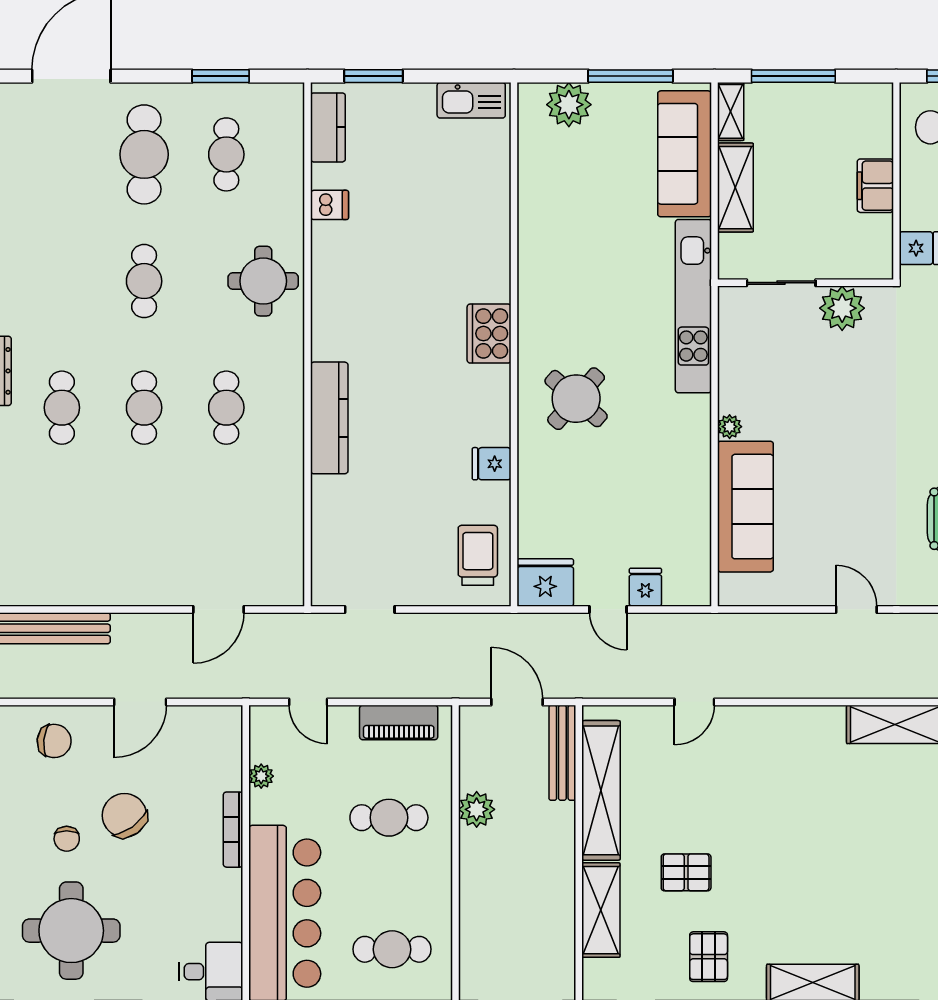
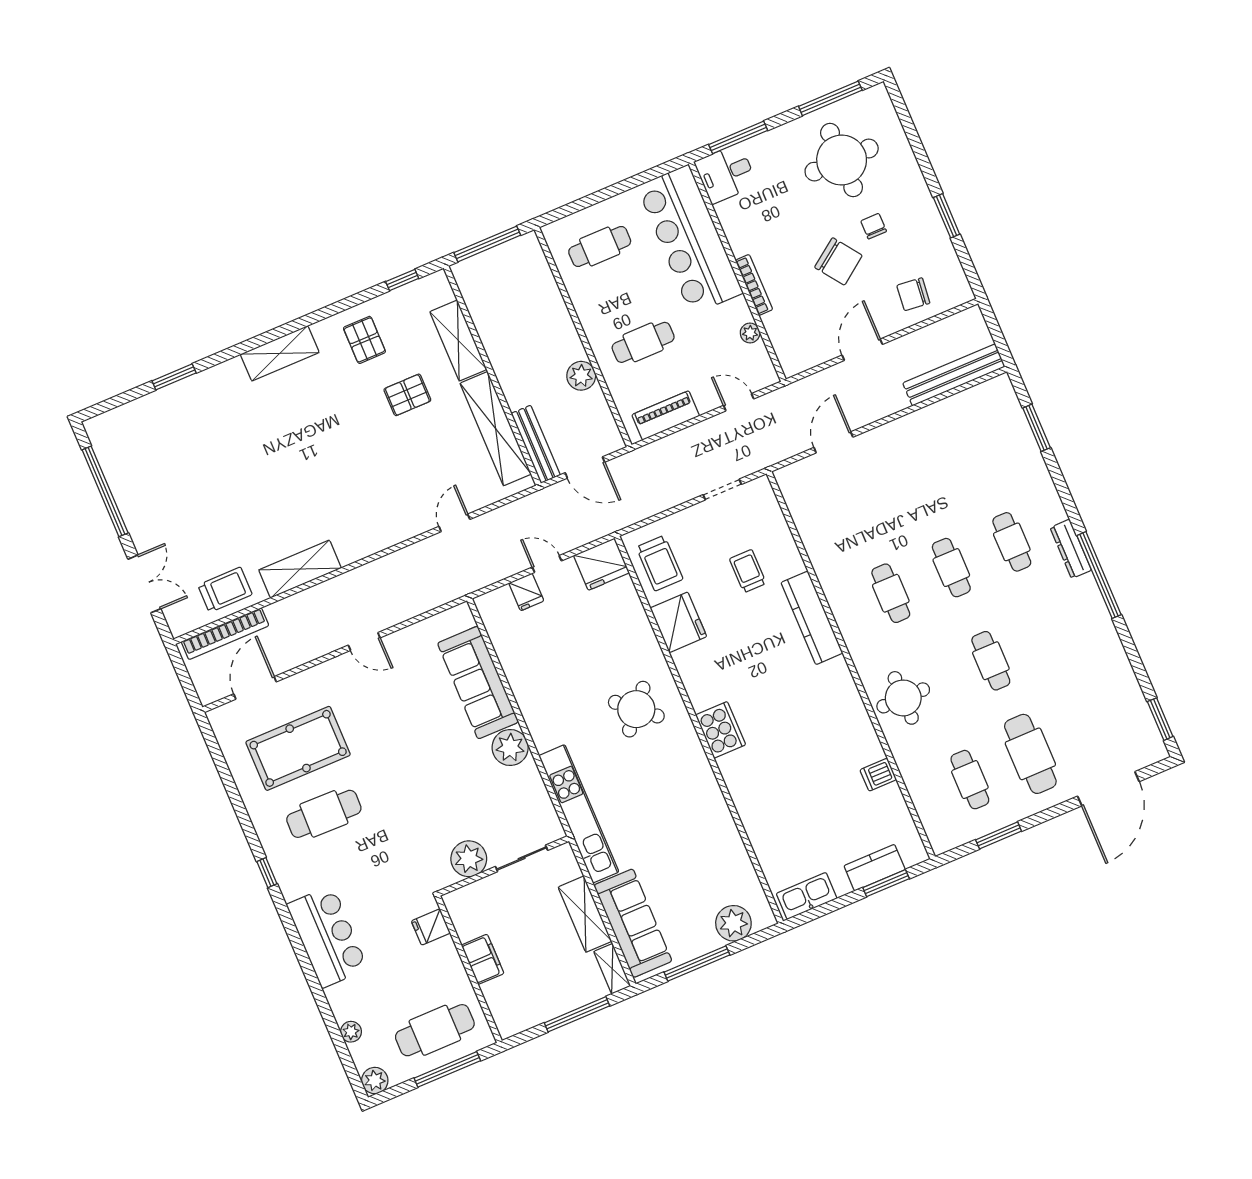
kitchen counter: (328, 127) -> (875, 868), moved, turned 90
plant: (730, 427) -> (510, 747), width x1.88, depth x1.88
fridge: (492, 464) -> (678, 622), width x1.88, depth x1.34
trolley: (380, 503) -> (748, 571), added

